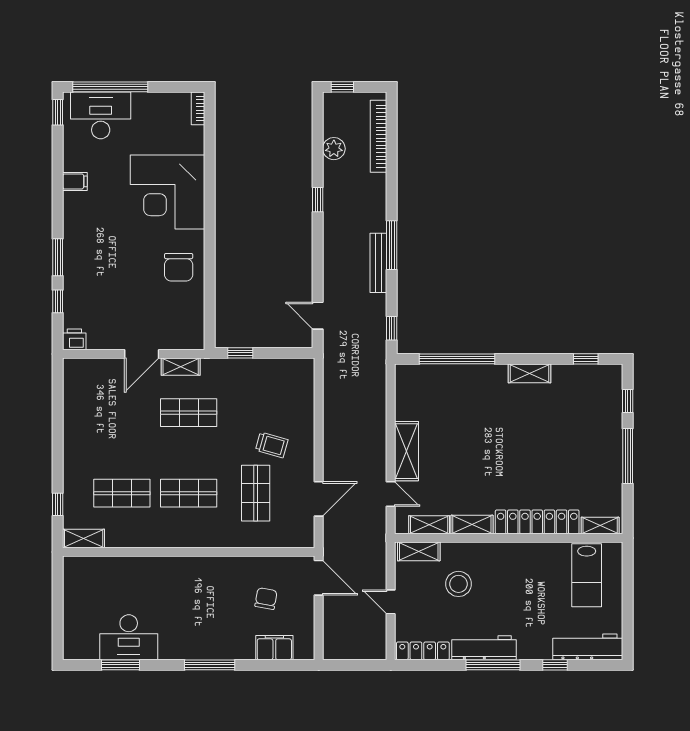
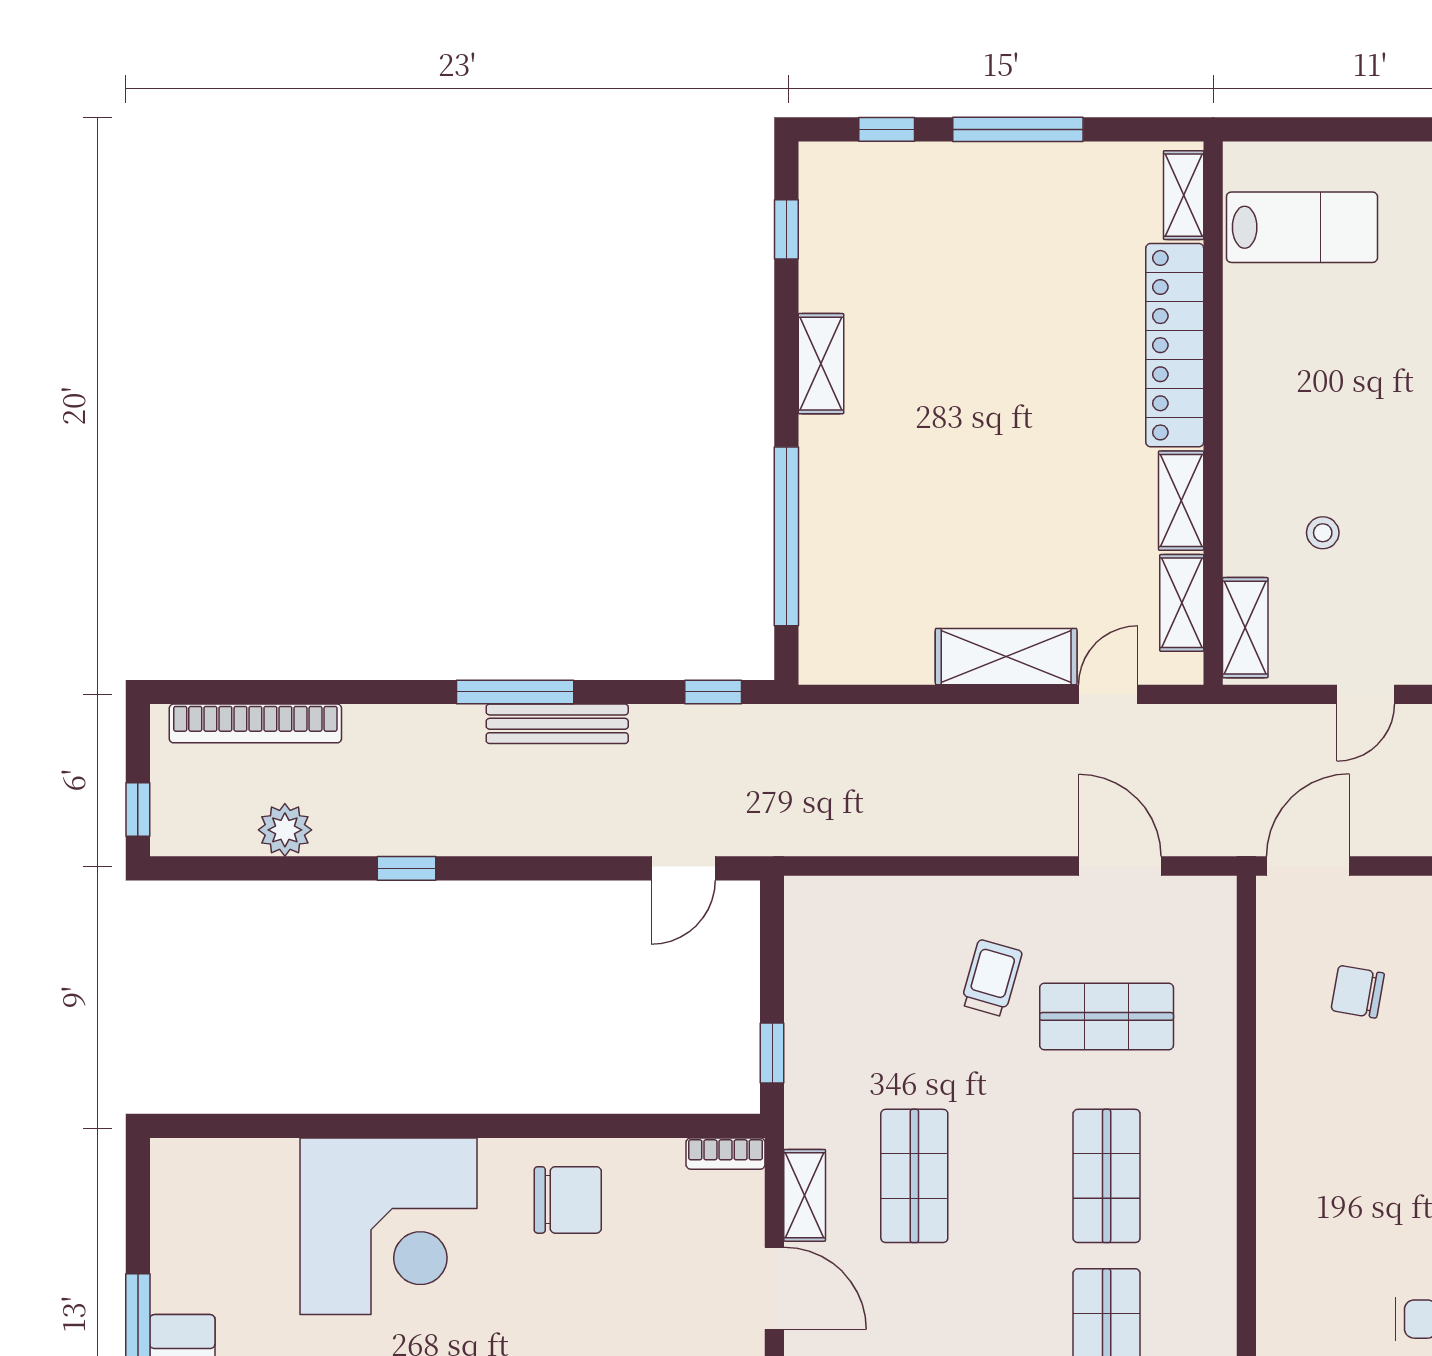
bookcase: (198, 108) -> (726, 1154), moved
stool: (458, 584) -> (1323, 533), width x0.53, depth x0.53

